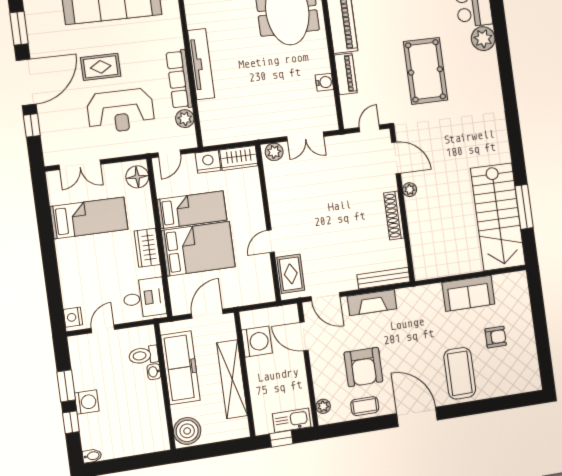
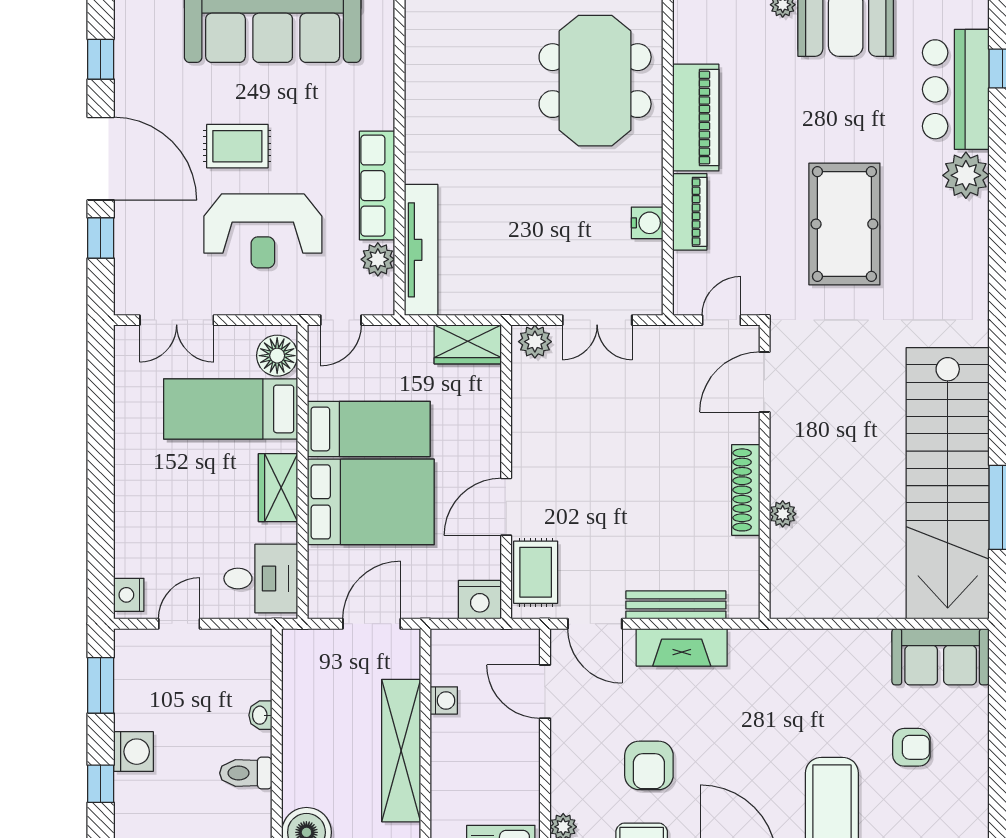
window: (19, 28) -> (101, 59), width x0.67
tv unit: (201, 64) -> (421, 250), moved
door: (26, 82) -> (101, 159), hinge flipped
door: (396, 158) -> (765, 382), swing flipped
nightstand: (208, 162) -> (480, 600), moved, turned 180
plant: (410, 190) -> (783, 514), moved
stairs: (498, 217) -> (948, 483), width x1.36
bed: (89, 218) -> (231, 409), moved, turned 180
door: (271, 241) -> (506, 507), width x1.38
bench: (384, 278) -> (676, 605), moved
sofa: (468, 293) -> (941, 657), moved
washing machine: (257, 342) -> (444, 700), width x0.53, depth x0.53
toilet: (144, 355) -> (246, 773), moved
armchair: (363, 367) -> (649, 765), width x0.73, depth x0.73
freezer: (180, 368) -> (309, 715), removed
window: (66, 386) -> (101, 685), moved

